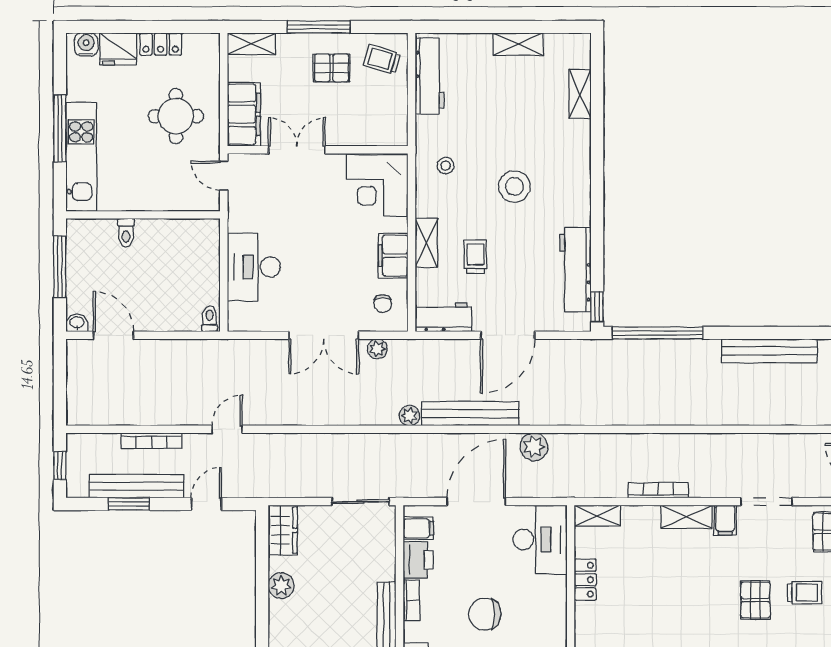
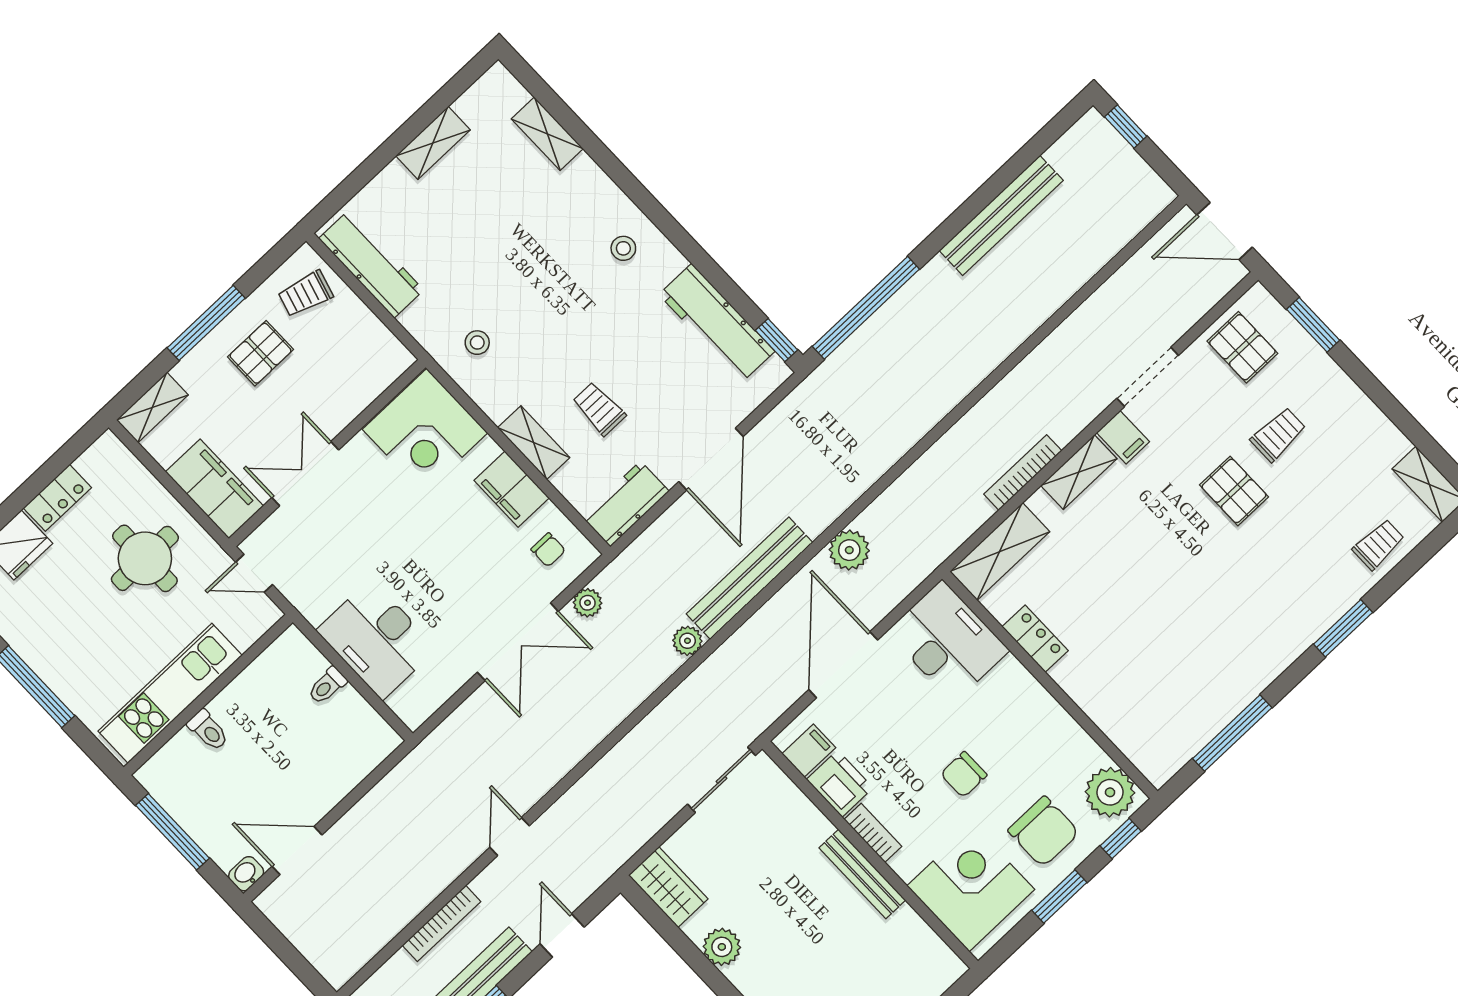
kitchen unit: (81, 157) -> (170, 693), moved, turned -90
stool: (514, 186) -> (623, 248), moved, width x0.53, depth x0.53
toilet: (210, 319) -> (327, 686), moved, turned -90
shelving: (597, 516) -> (1000, 551), width x1.50, depth x1.33
chair: (485, 614) -> (964, 775), width x0.73, depth x0.73

